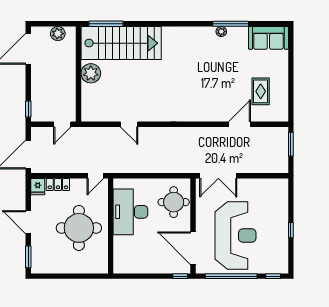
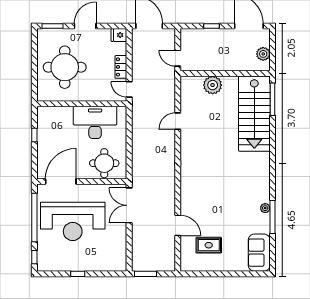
plant: (91, 73) -> (213, 85), moved
window: (28, 109) -> (212, 26), moved
window: (291, 144) -> (146, 274), moved
locker: (58, 184) -> (121, 67), moved
round table: (79, 228) -> (65, 67), moved
window: (180, 276) -> (34, 135), moved

